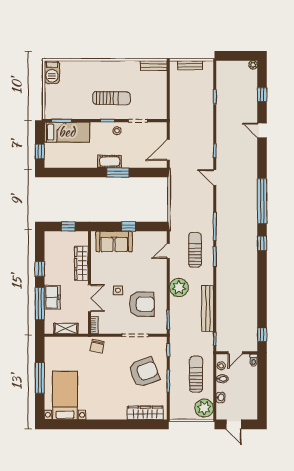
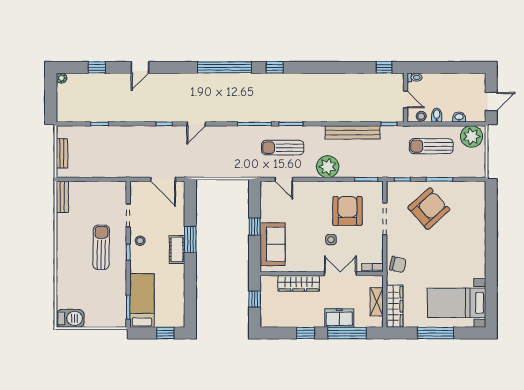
armchair: (144, 372) -> (429, 209), turned 69
wardrobe: (145, 413) -> (395, 306), moved, turned 180

